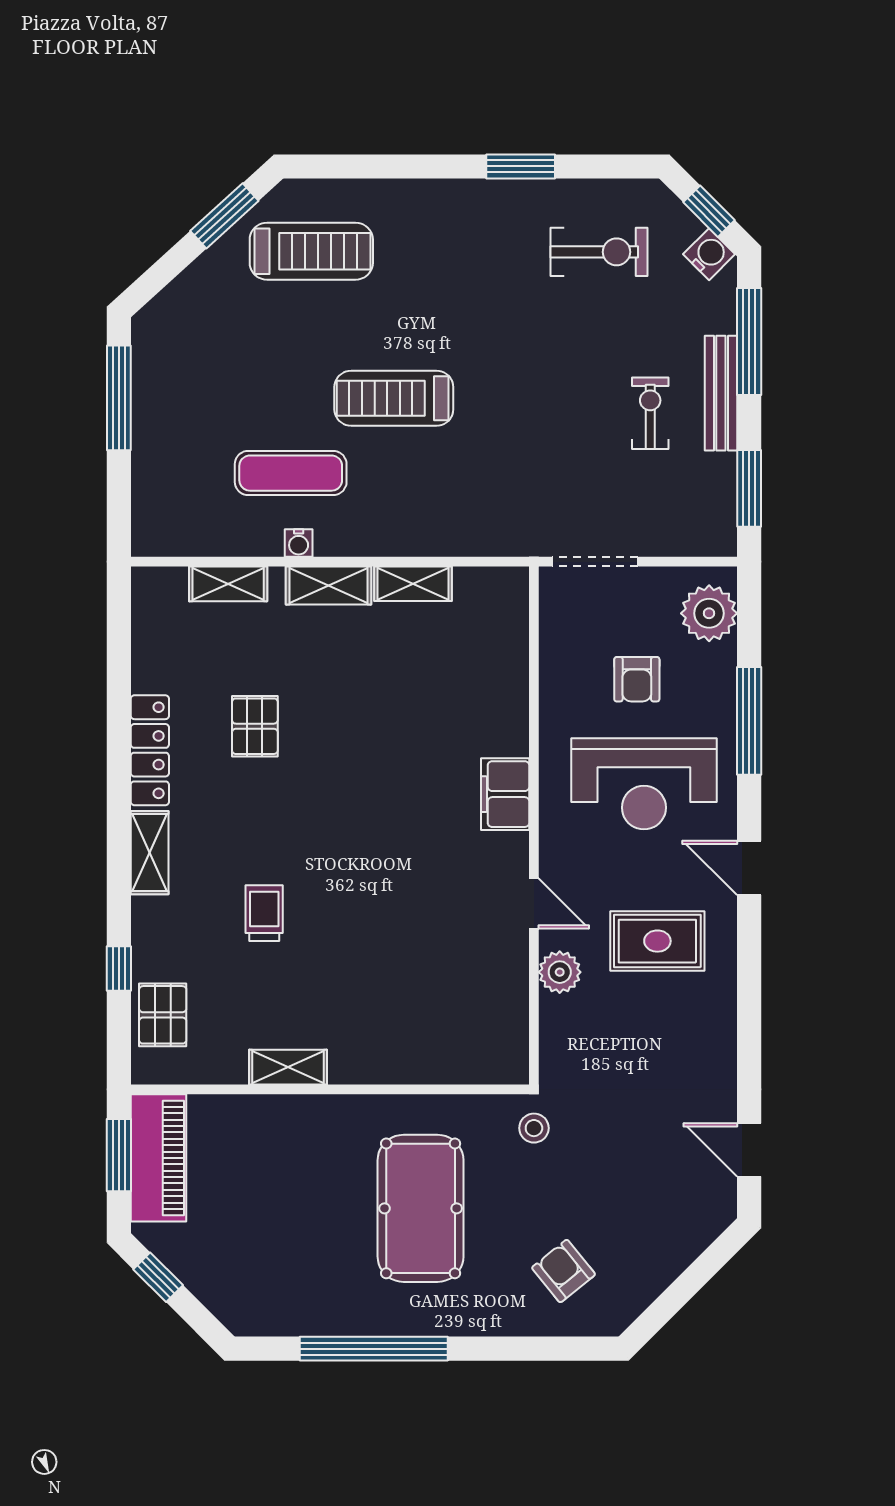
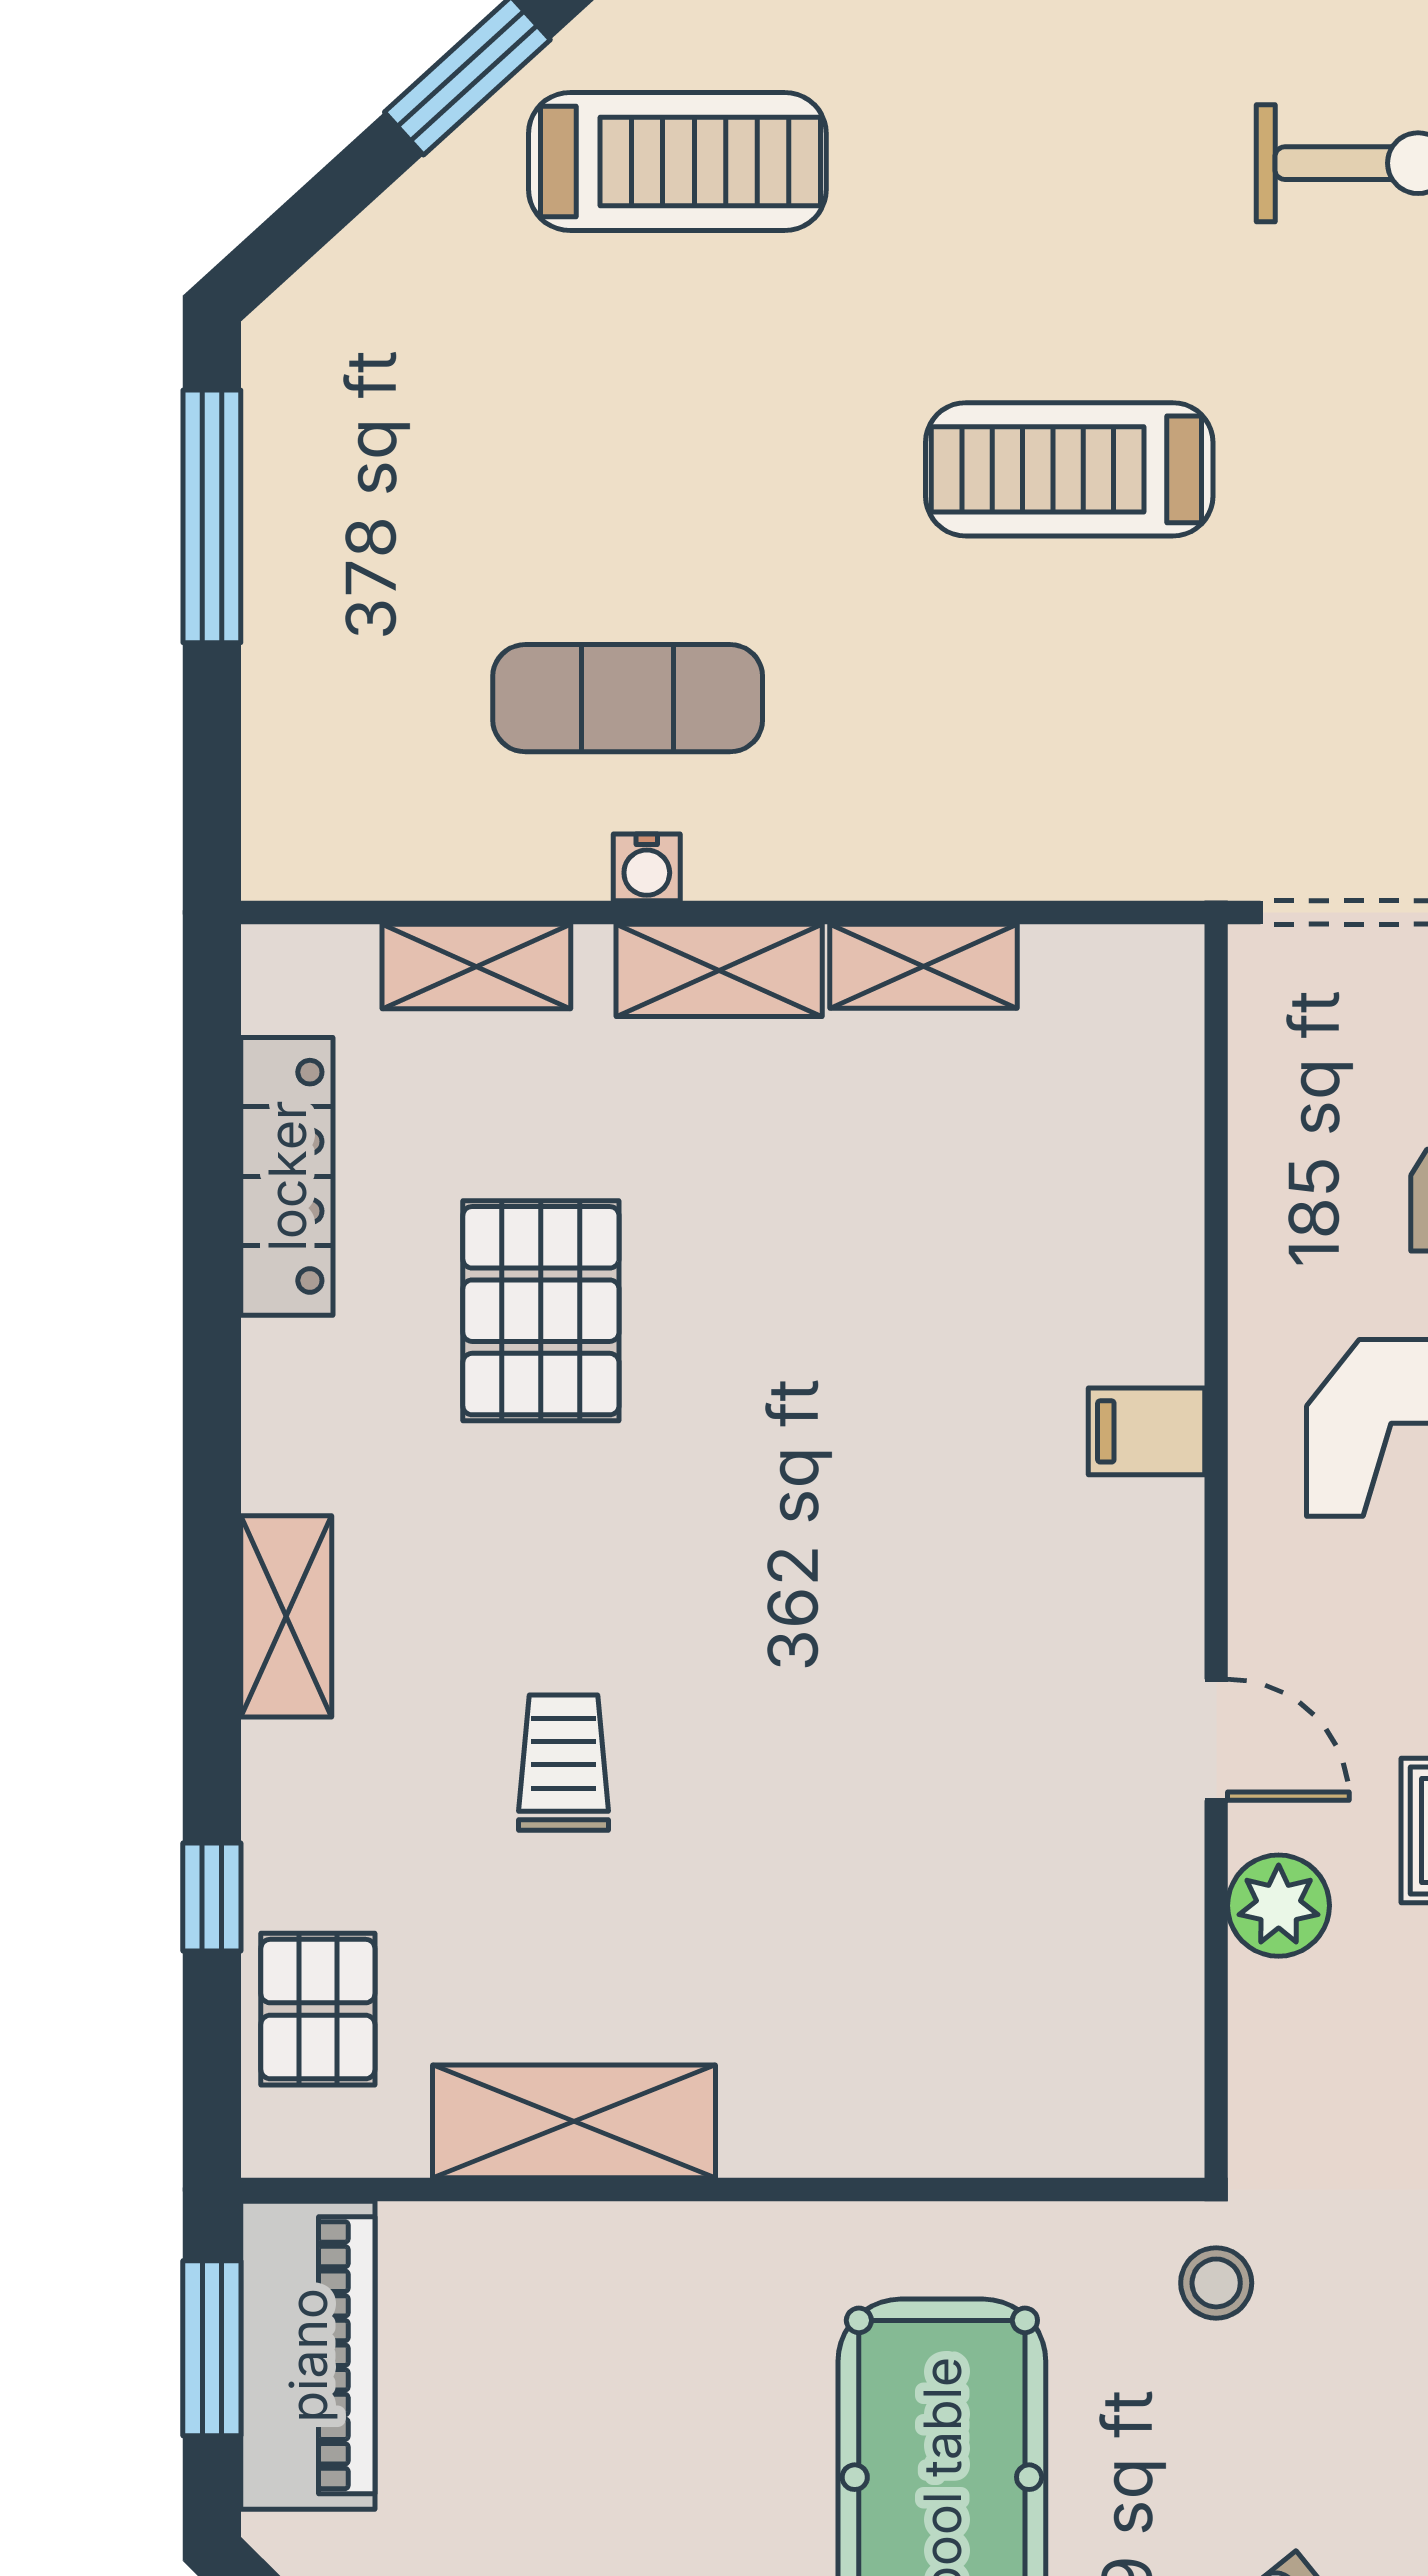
treadmill: (394, 398) -> (1069, 469), moved
pallet: (255, 726) -> (541, 1311), width x1.50, depth x1.42
locker: (150, 750) -> (287, 1176), moved
filing cabinet: (505, 794) -> (1146, 1431), width x0.50
shelving: (288, 1067) -> (574, 2121), width x1.50, depth x1.33

